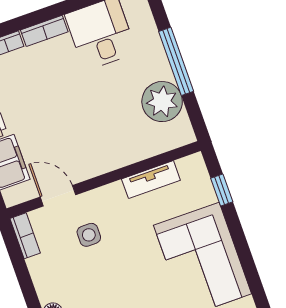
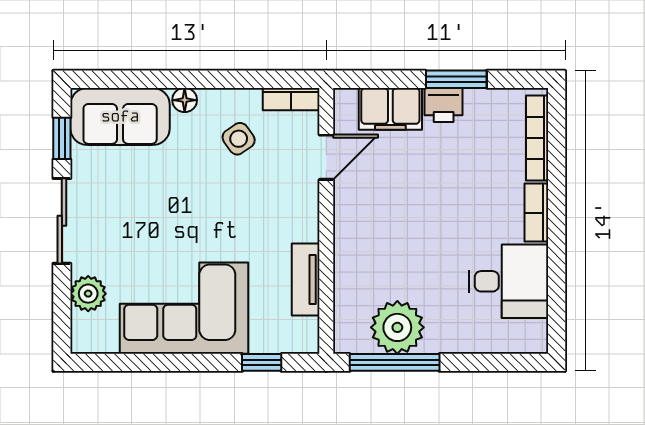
window: (176, 61) -> (395, 362), moved
side table: (89, 235) -> (239, 139), moved, turned -35

